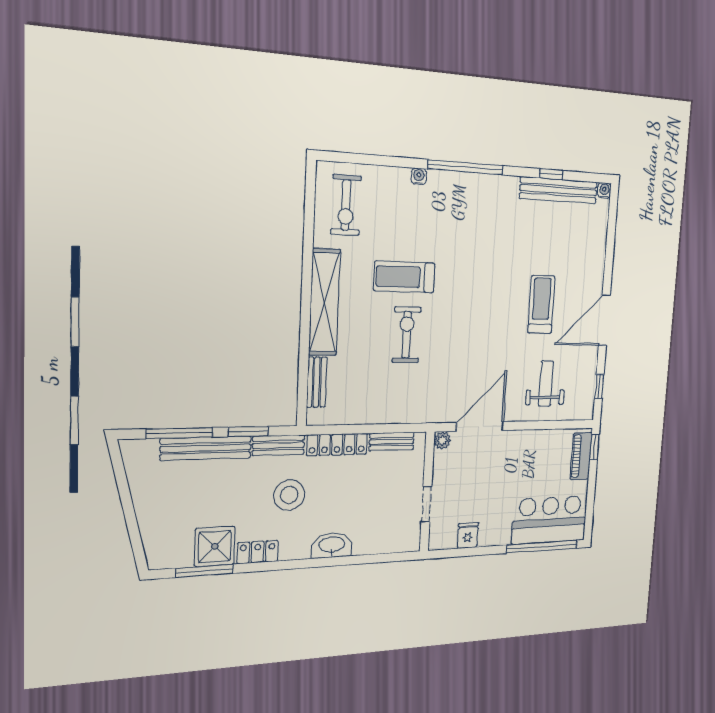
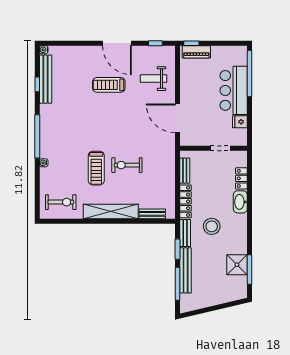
plant: (442, 440) -> (185, 141), removed
bar counter: (550, 520) -> (234, 90), moved
locker: (258, 552) -> (241, 178), moved

